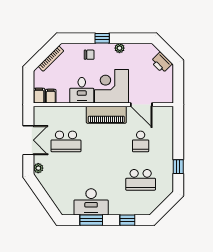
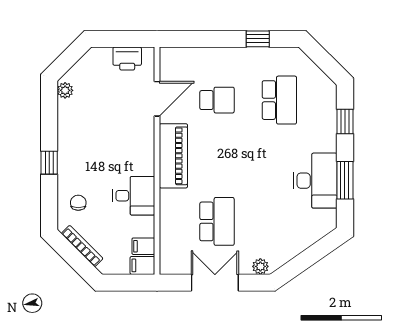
plant: (120, 48) -> (65, 90), moved
chair: (89, 55) -> (78, 203), moved
printer: (162, 63) -> (127, 58), moved, turned 45
corner desk: (112, 86) -> (127, 147), removed

